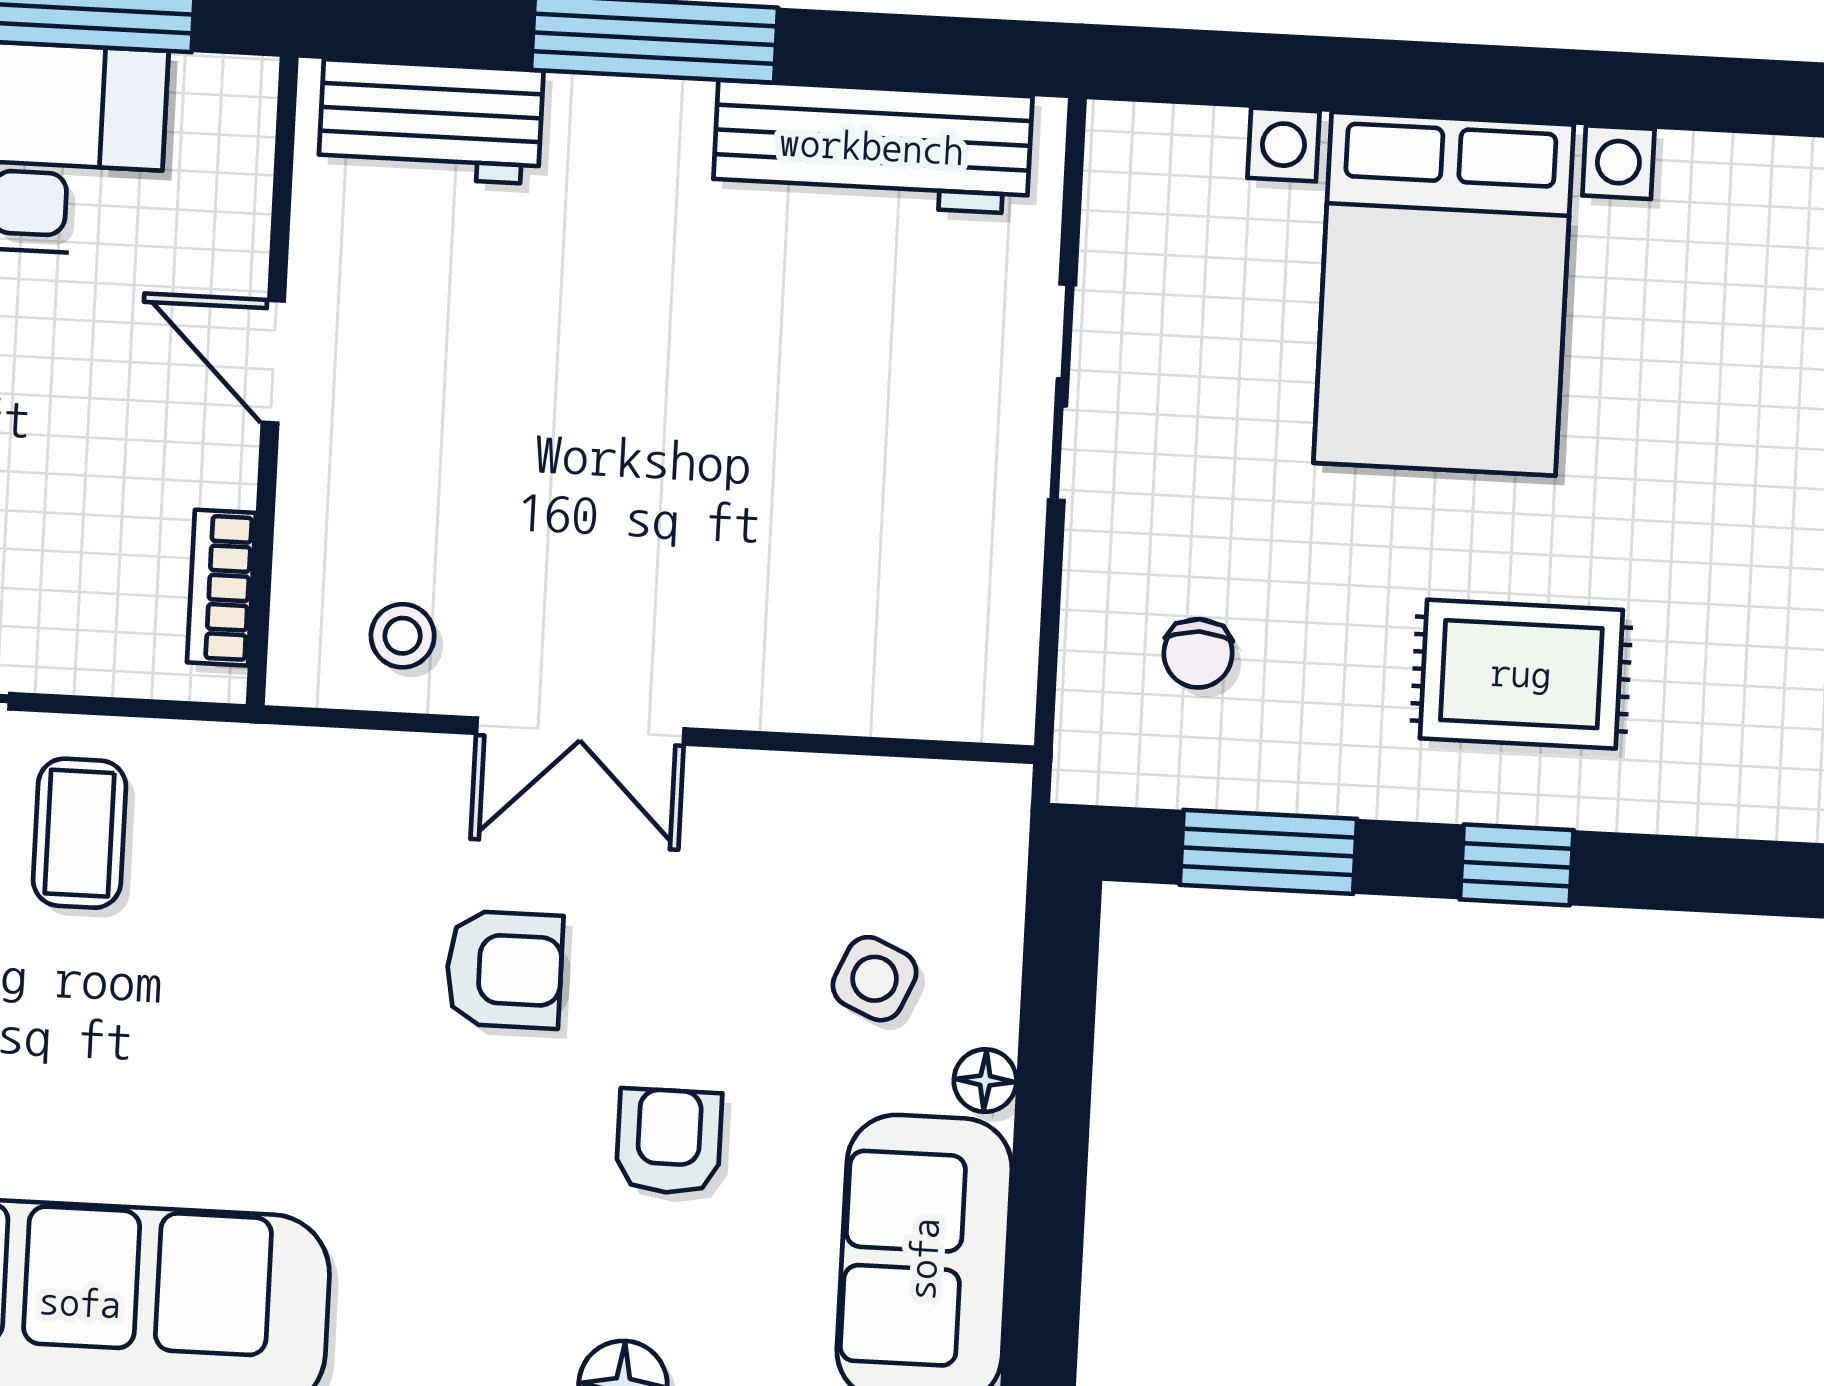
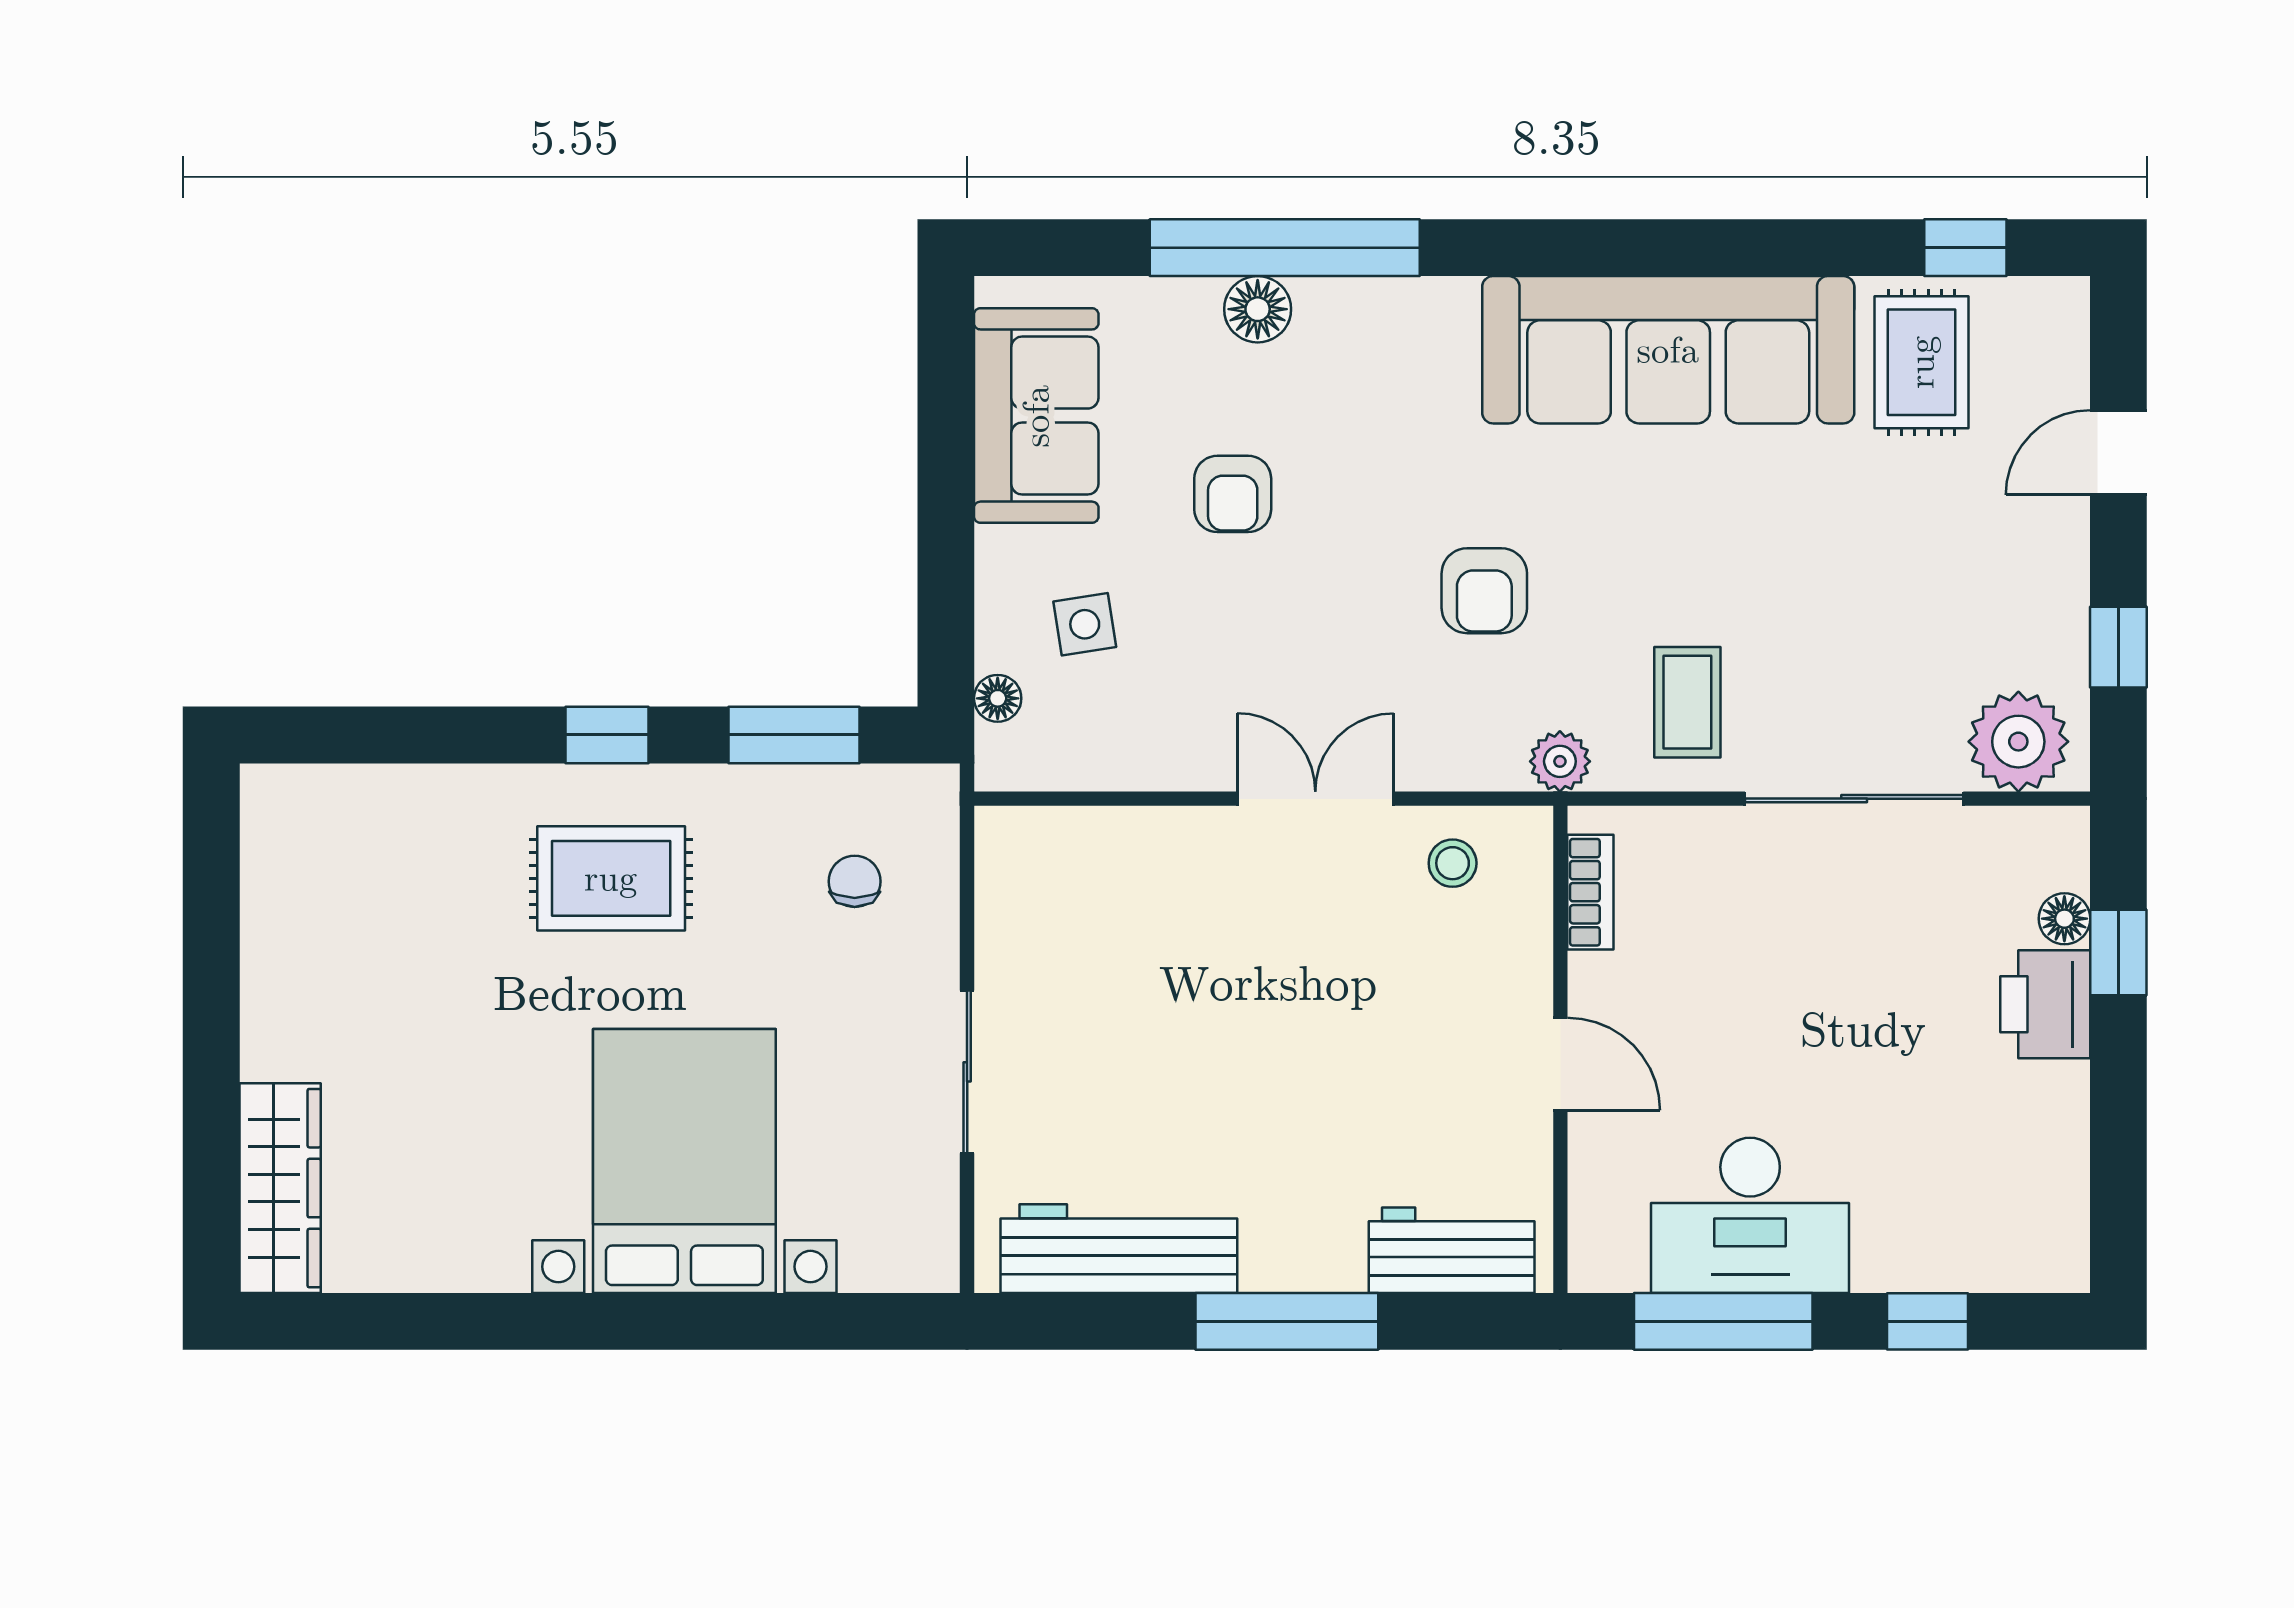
plant: (253, 763) -> (1560, 761), added
armchair: (504, 970) -> (1484, 591), moved, turned -90
side table: (875, 979) -> (1085, 624), turned -33
floor lamp: (985, 1081) -> (998, 698), moved

